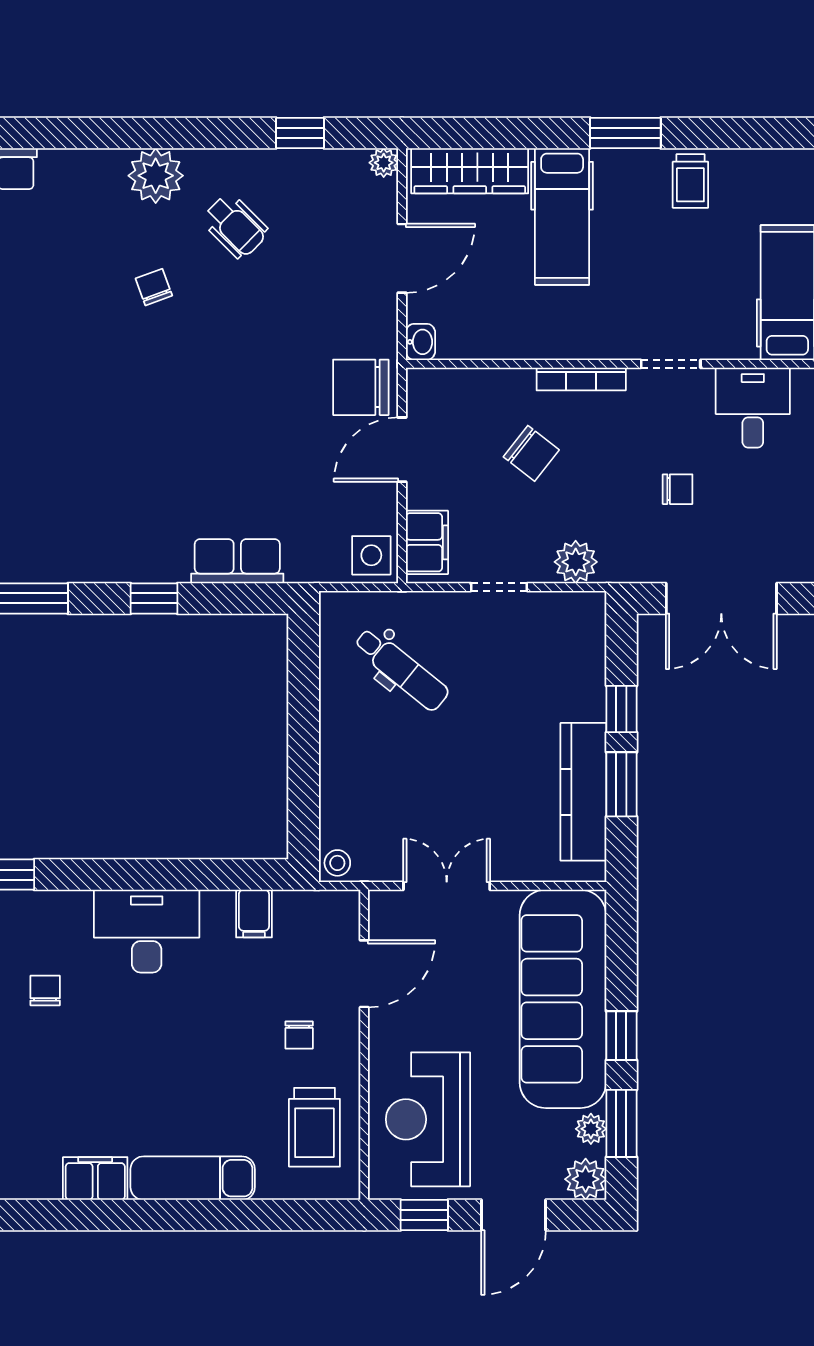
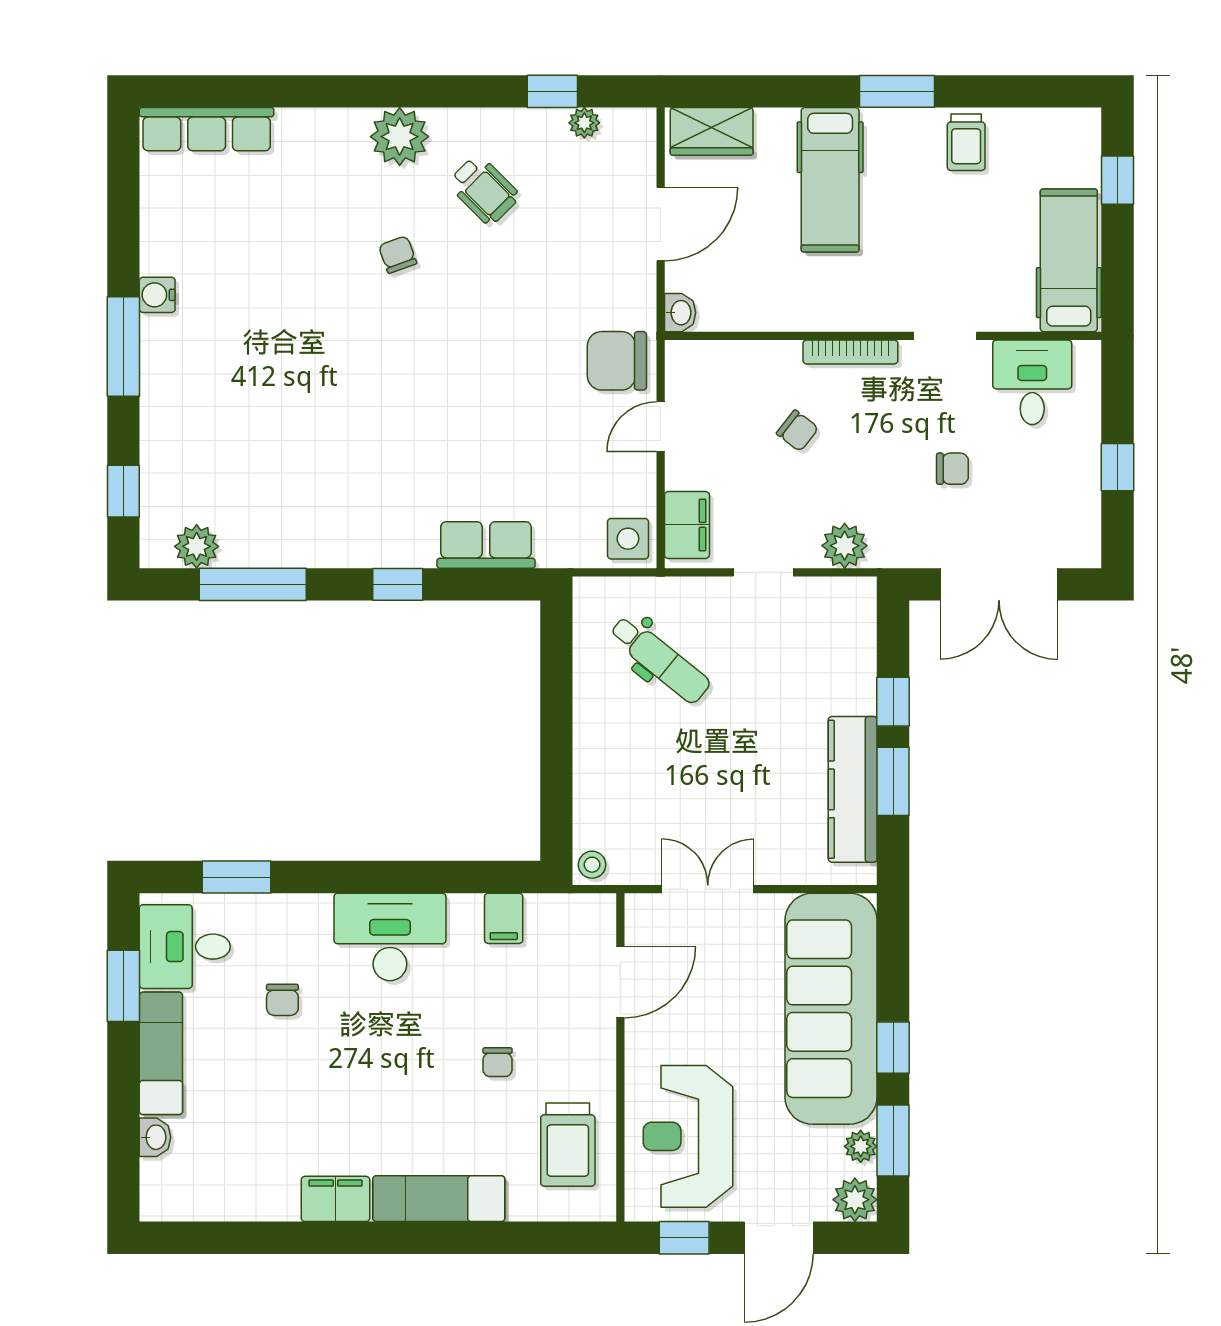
plant: (384, 163) -> (584, 123), moved
wardrobe: (470, 171) -> (712, 131), width x0.67
door: (402, 450) -> (661, 427), width x0.73
chair: (531, 453) -> (797, 431), width x0.73, depth x0.73
chair: (45, 990) -> (282, 1000), turned 180
chair: (299, 1035) -> (497, 1062), moved

